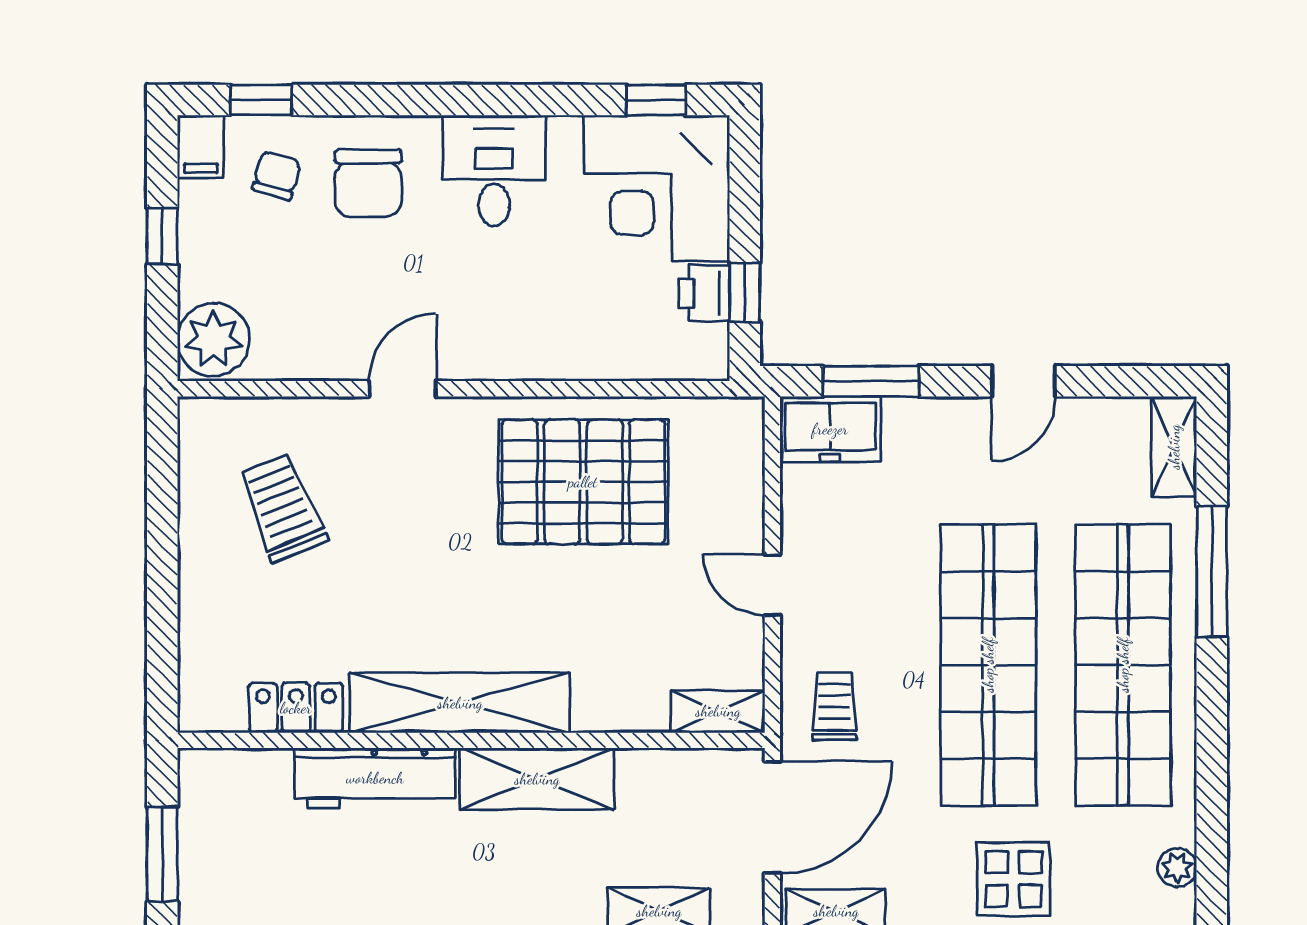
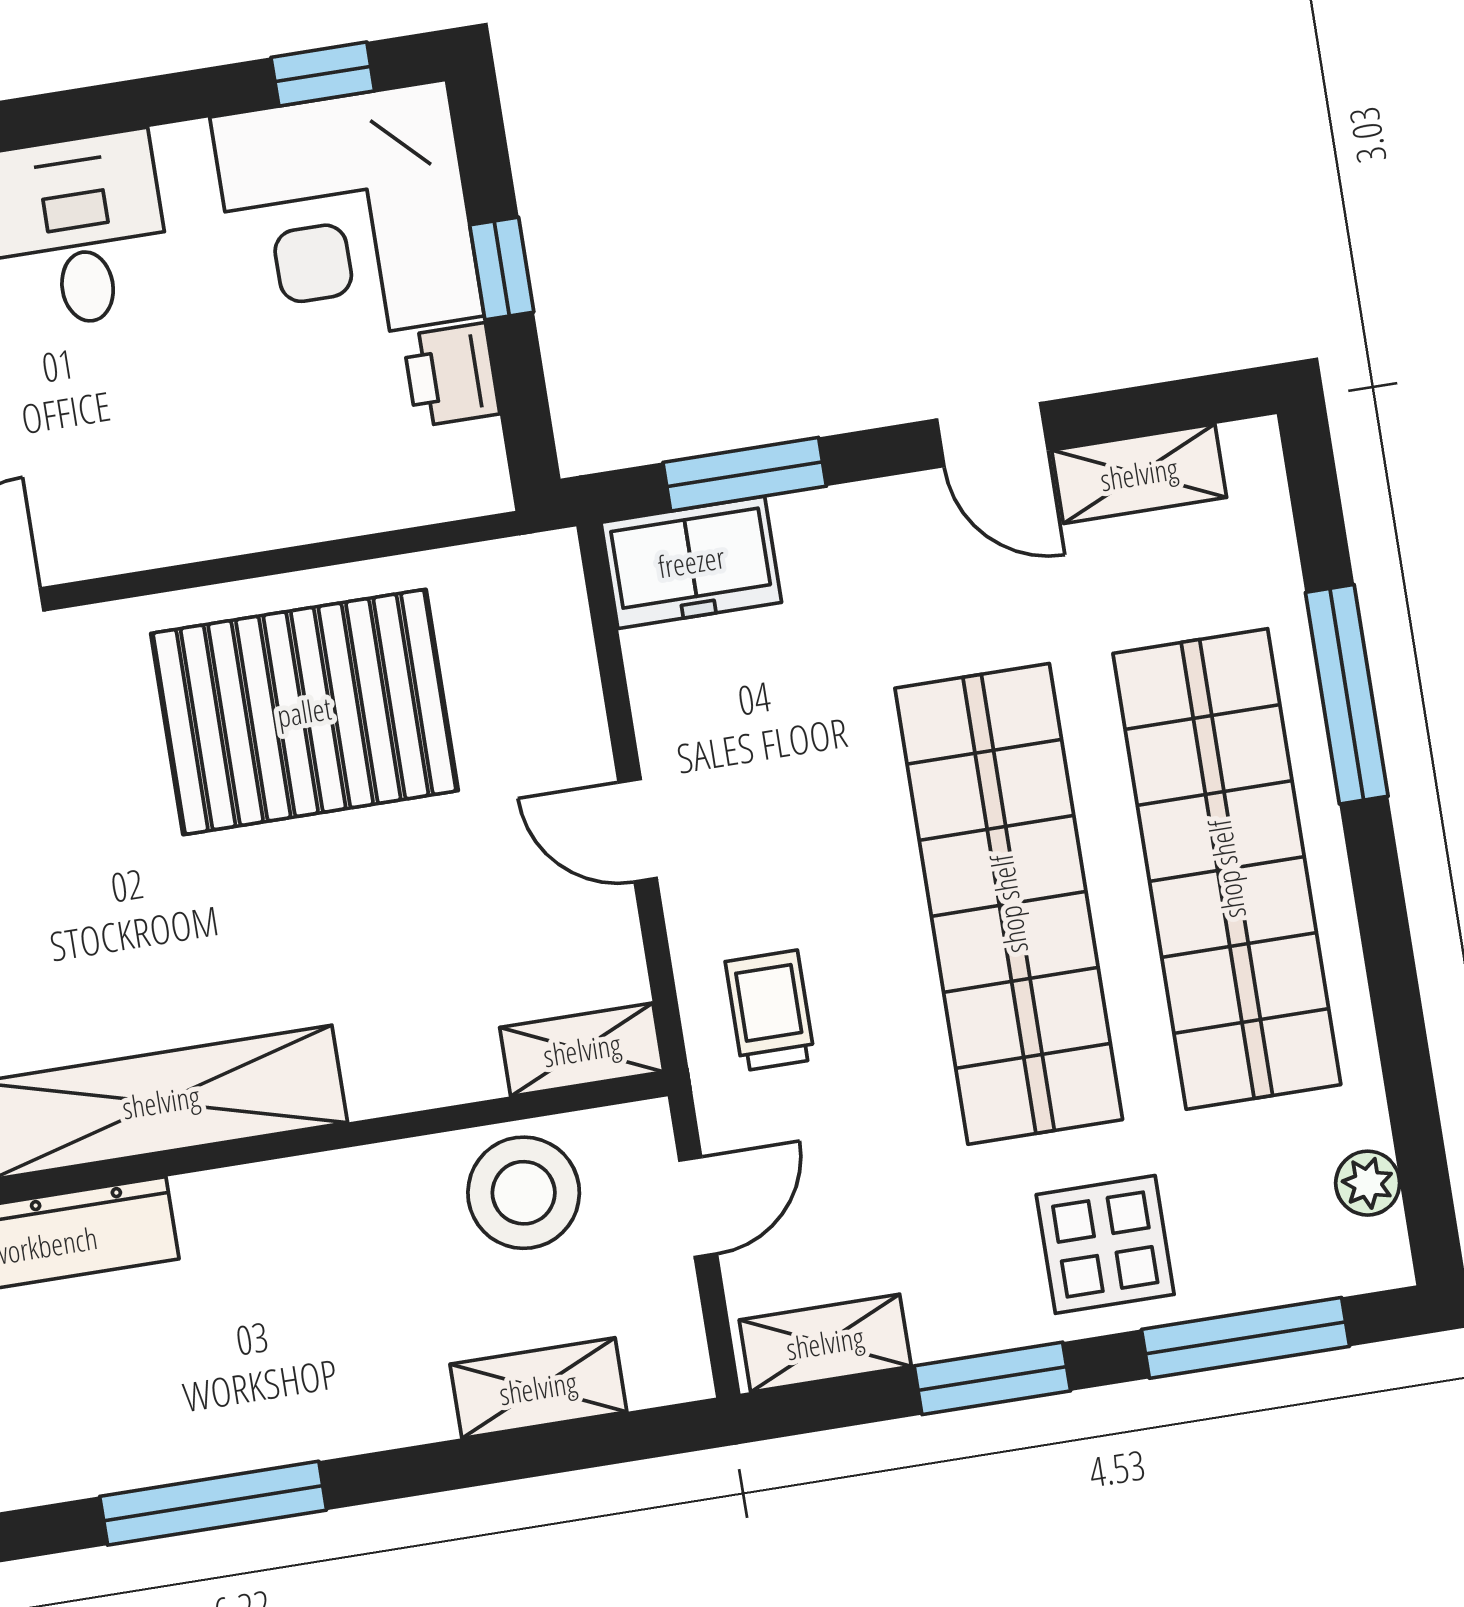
window: (745, 293) -> (502, 268), moved
door: (1024, 381) -> (992, 435), hinge flipped
shelving: (1174, 447) -> (1139, 474), moved, turned 90
shelving: (537, 779) -> (306, 1206), removed
stool: (669, 792) -> (524, 1193), added
door: (772, 817) -> (698, 1207), width x0.53

